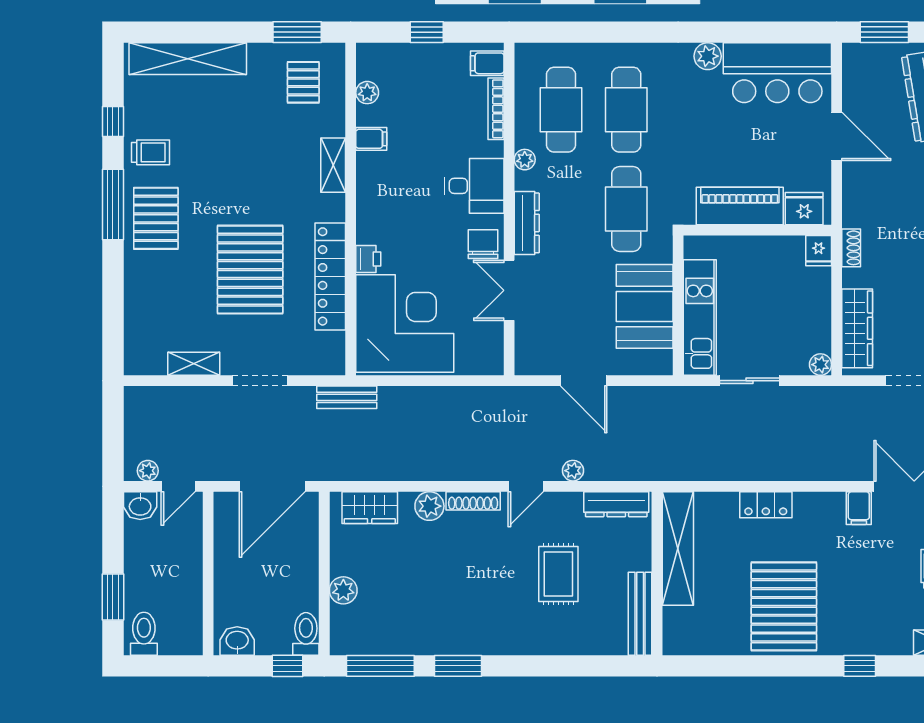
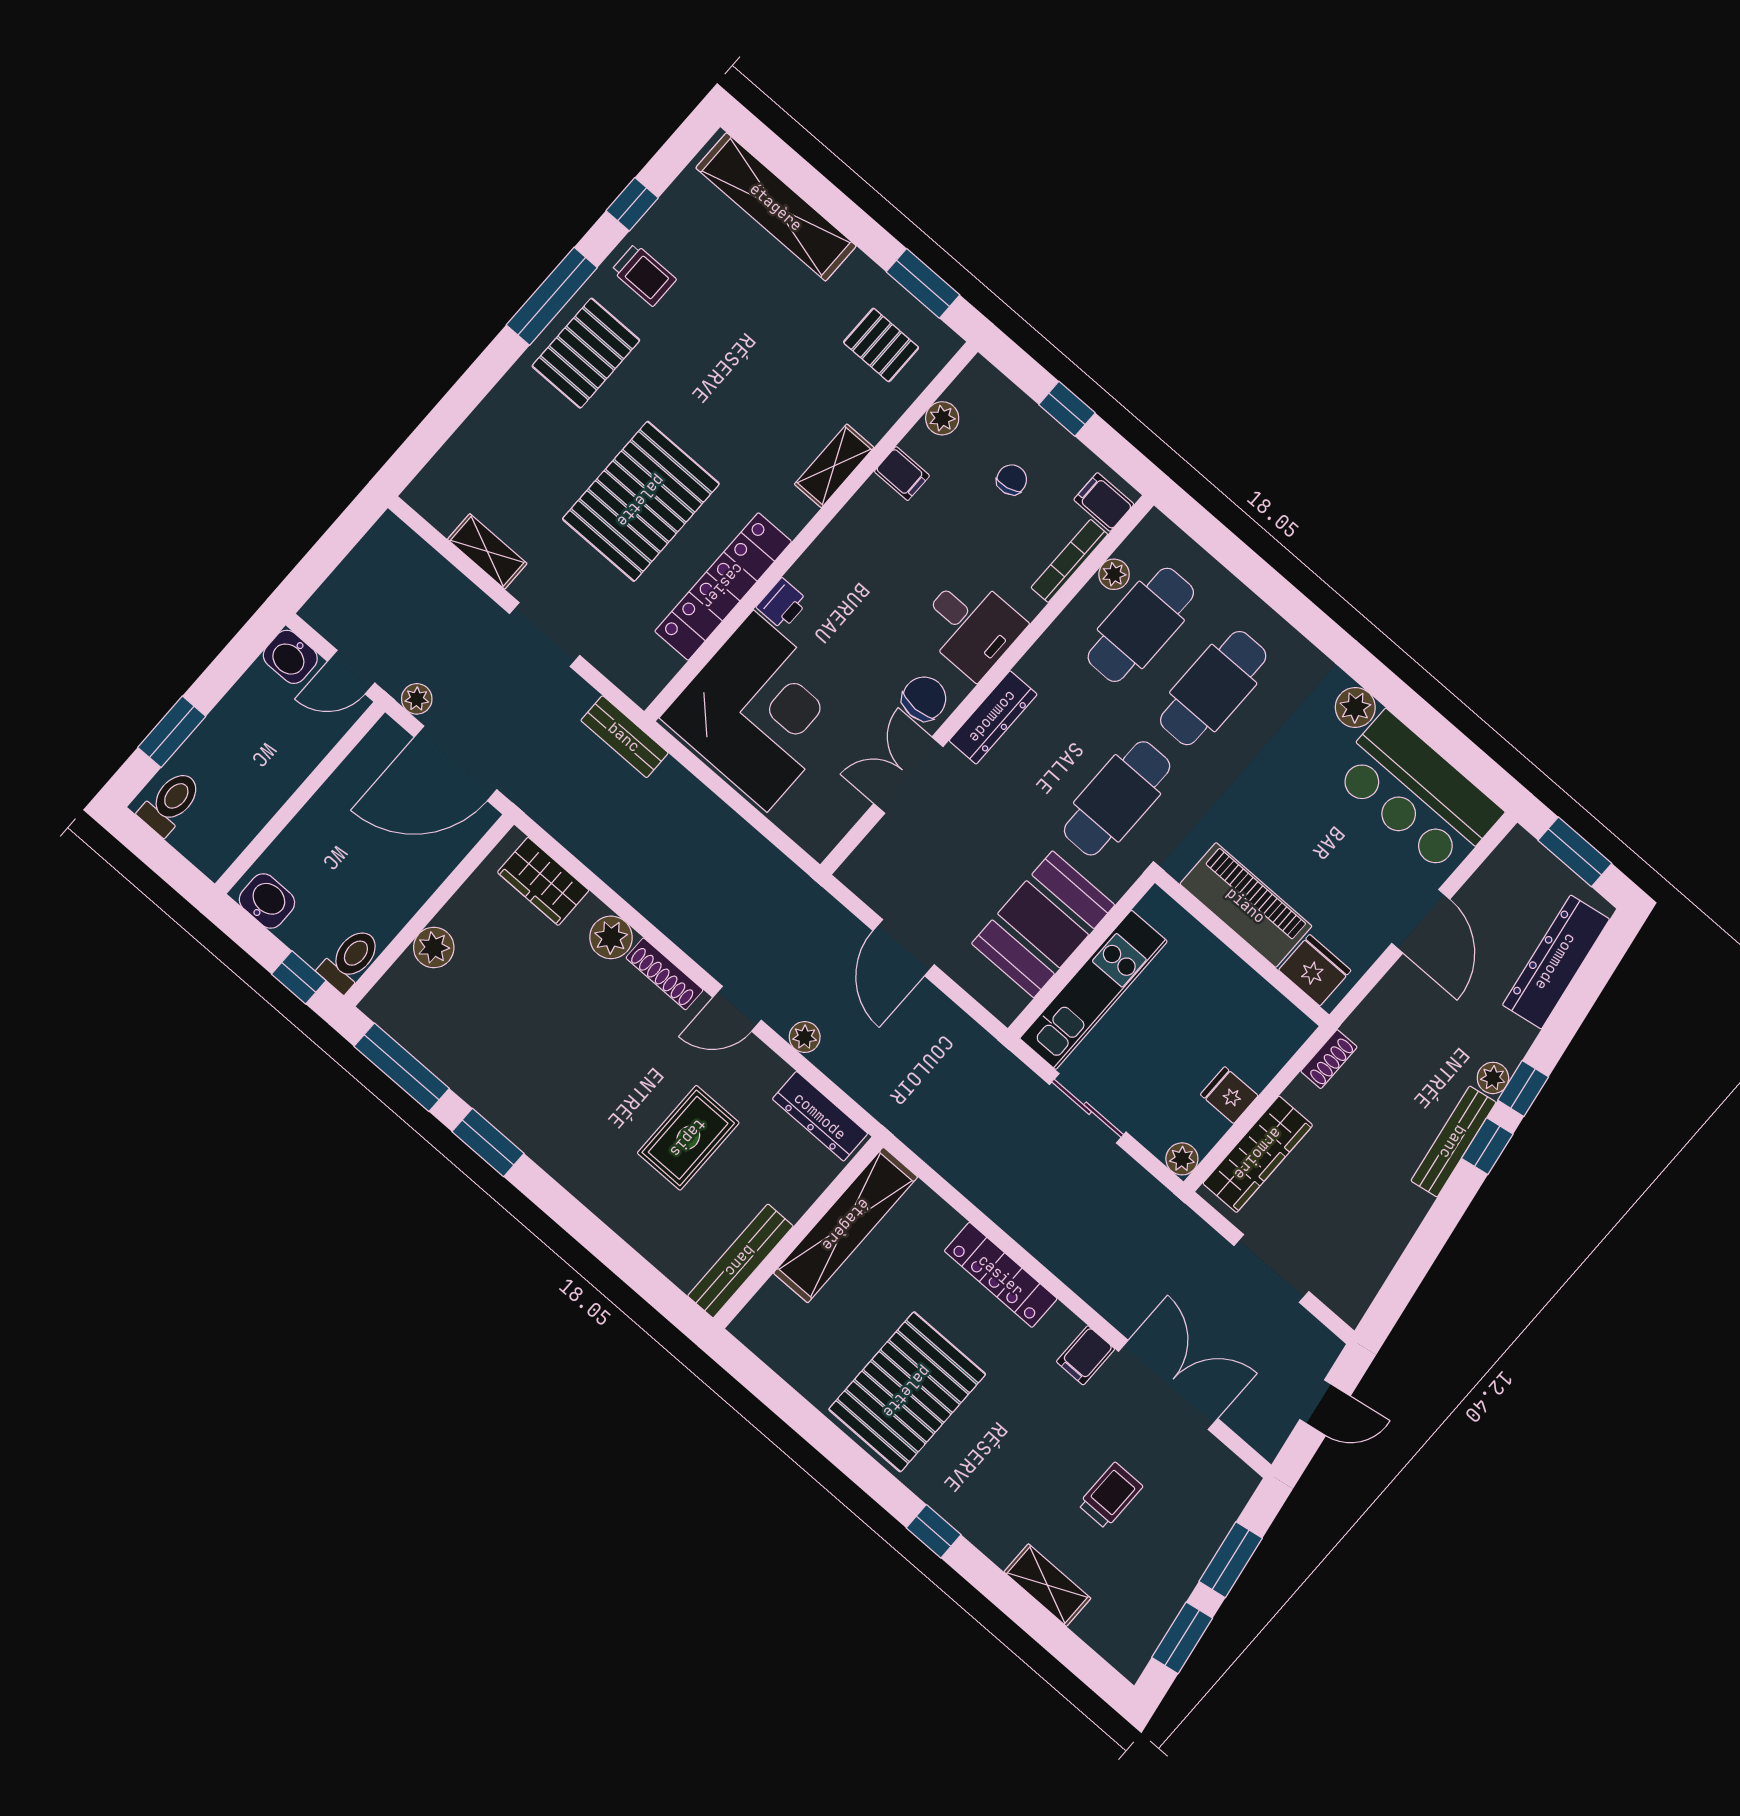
pallet: (303, 82) -> (881, 345), turned 90
chair: (430, 93) -> (1012, 480), added
plant: (525, 160) -> (1114, 574), moved
fridge: (819, 251) -> (1229, 1095), moved, turned 90
plant: (148, 471) -> (417, 699), moved
locker: (766, 505) -> (1001, 1275), width x1.53

